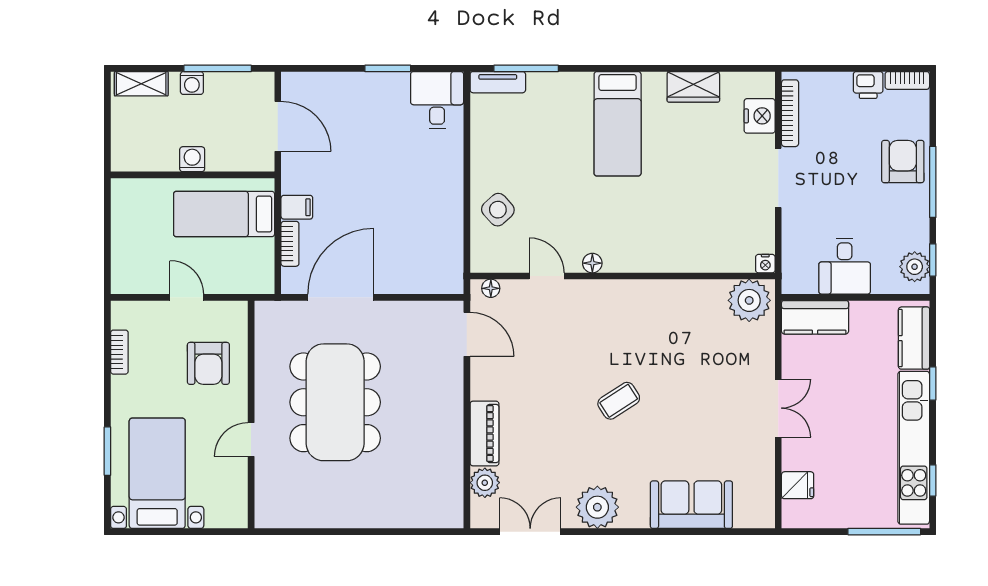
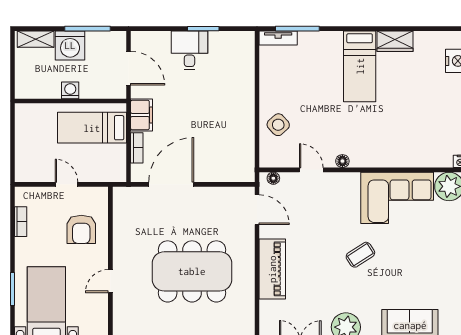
washing machine: (192, 83) -> (70, 45), width x1.89, depth x1.89
wardrobe: (693, 87) -> (395, 41), moved
desk: (437, 100) -> (189, 50), moved
filing cabinet: (297, 207) -> (141, 115), width x2.00
corner sofa: (673, 317) -> (397, 198), added
dining table: (335, 402) -> (192, 271), moved, turned 90
piano: (484, 433) -> (272, 269), width x1.37, depth x1.33
plant: (485, 483) -> (269, 311), removed

